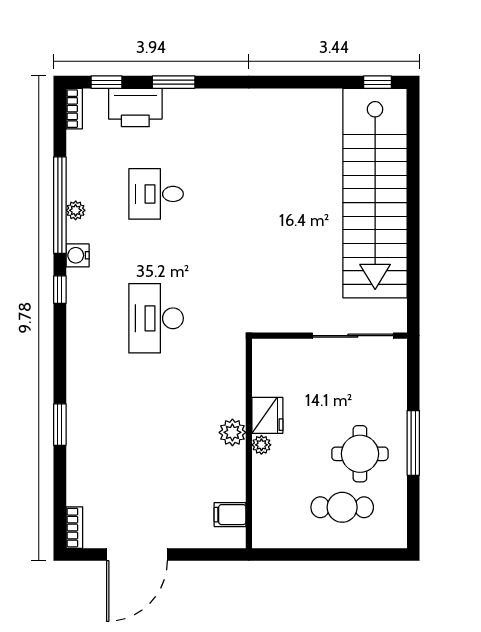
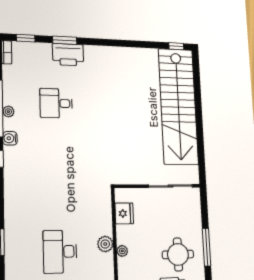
printer: (135, 108) -> (68, 55), moved
desk: (156, 318) -> (60, 252), moved
fridge: (267, 415) -> (124, 213), moved

